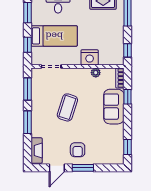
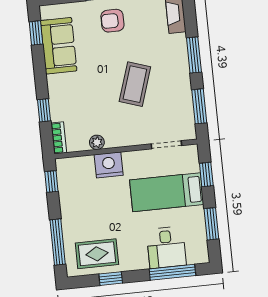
sofa: (114, 107) -> (59, 46), moved
armchair: (78, 150) -> (112, 21), turned -90

